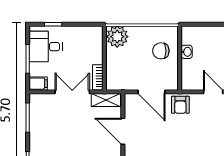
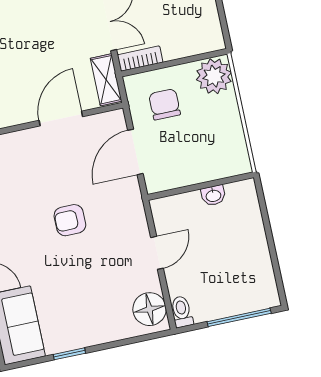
chair: (161, 51) -> (165, 104), moved
armchair: (180, 105) -> (70, 220), moved

